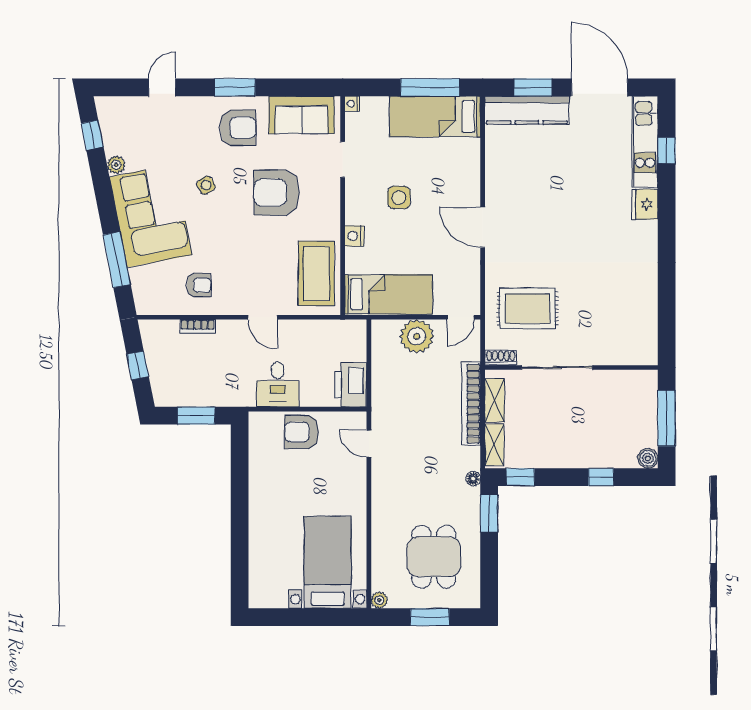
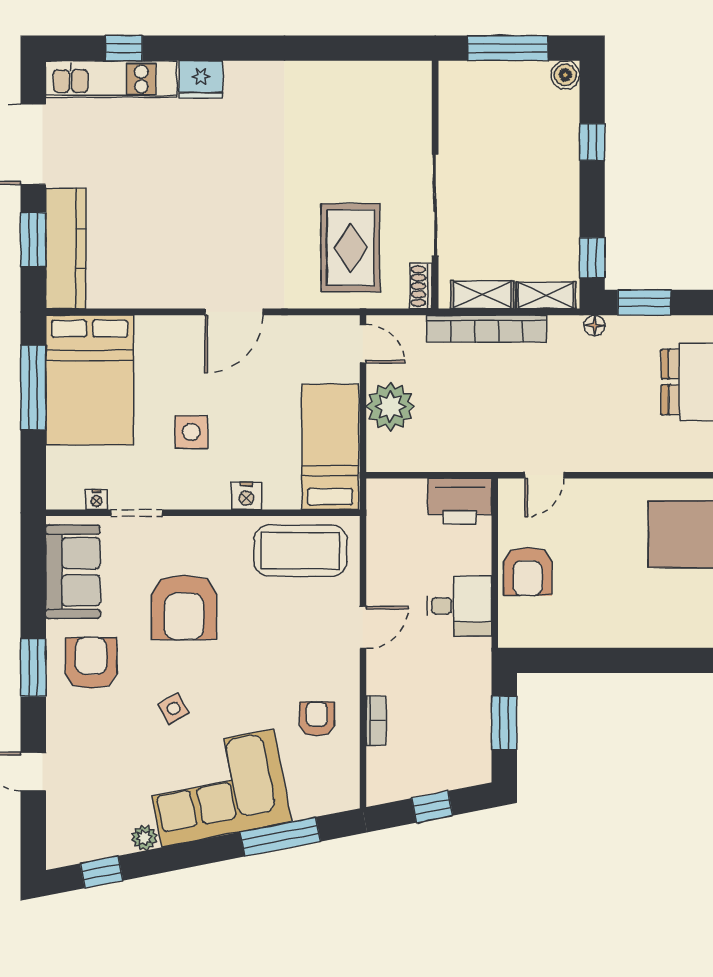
nightstand: (352, 104) -> (96, 499), moved
bed: (435, 116) -> (90, 380), width x1.50

